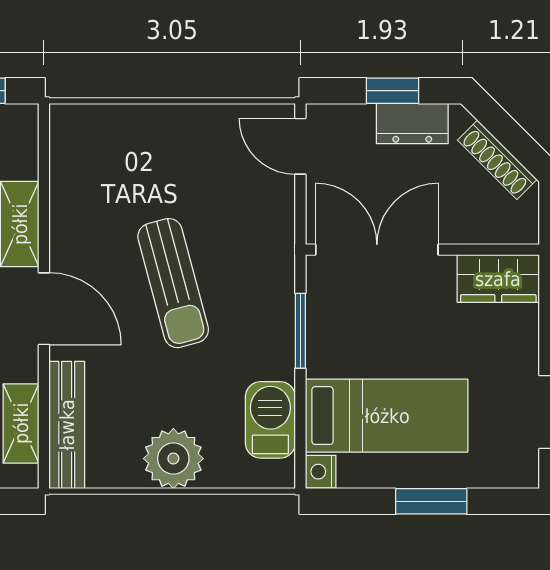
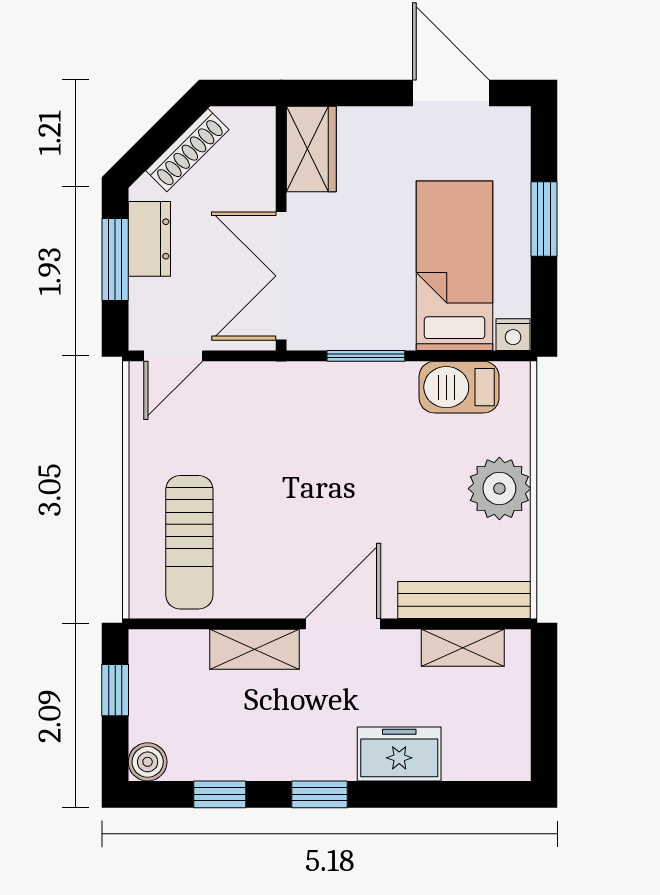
window: (392, 91) -> (115, 260), width x1.50
sun lounger: (173, 283) -> (189, 542), moved, turned 105

